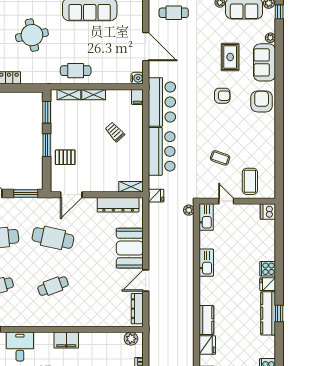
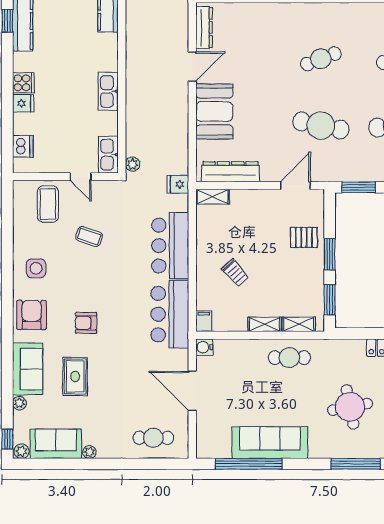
armchair: (262, 101) -> (32, 315), turned 180
side table: (258, 135) -> (36, 268), added
dishwasher: (268, 212) -> (23, 146), moved
fridge: (268, 284) -> (23, 103), moved

